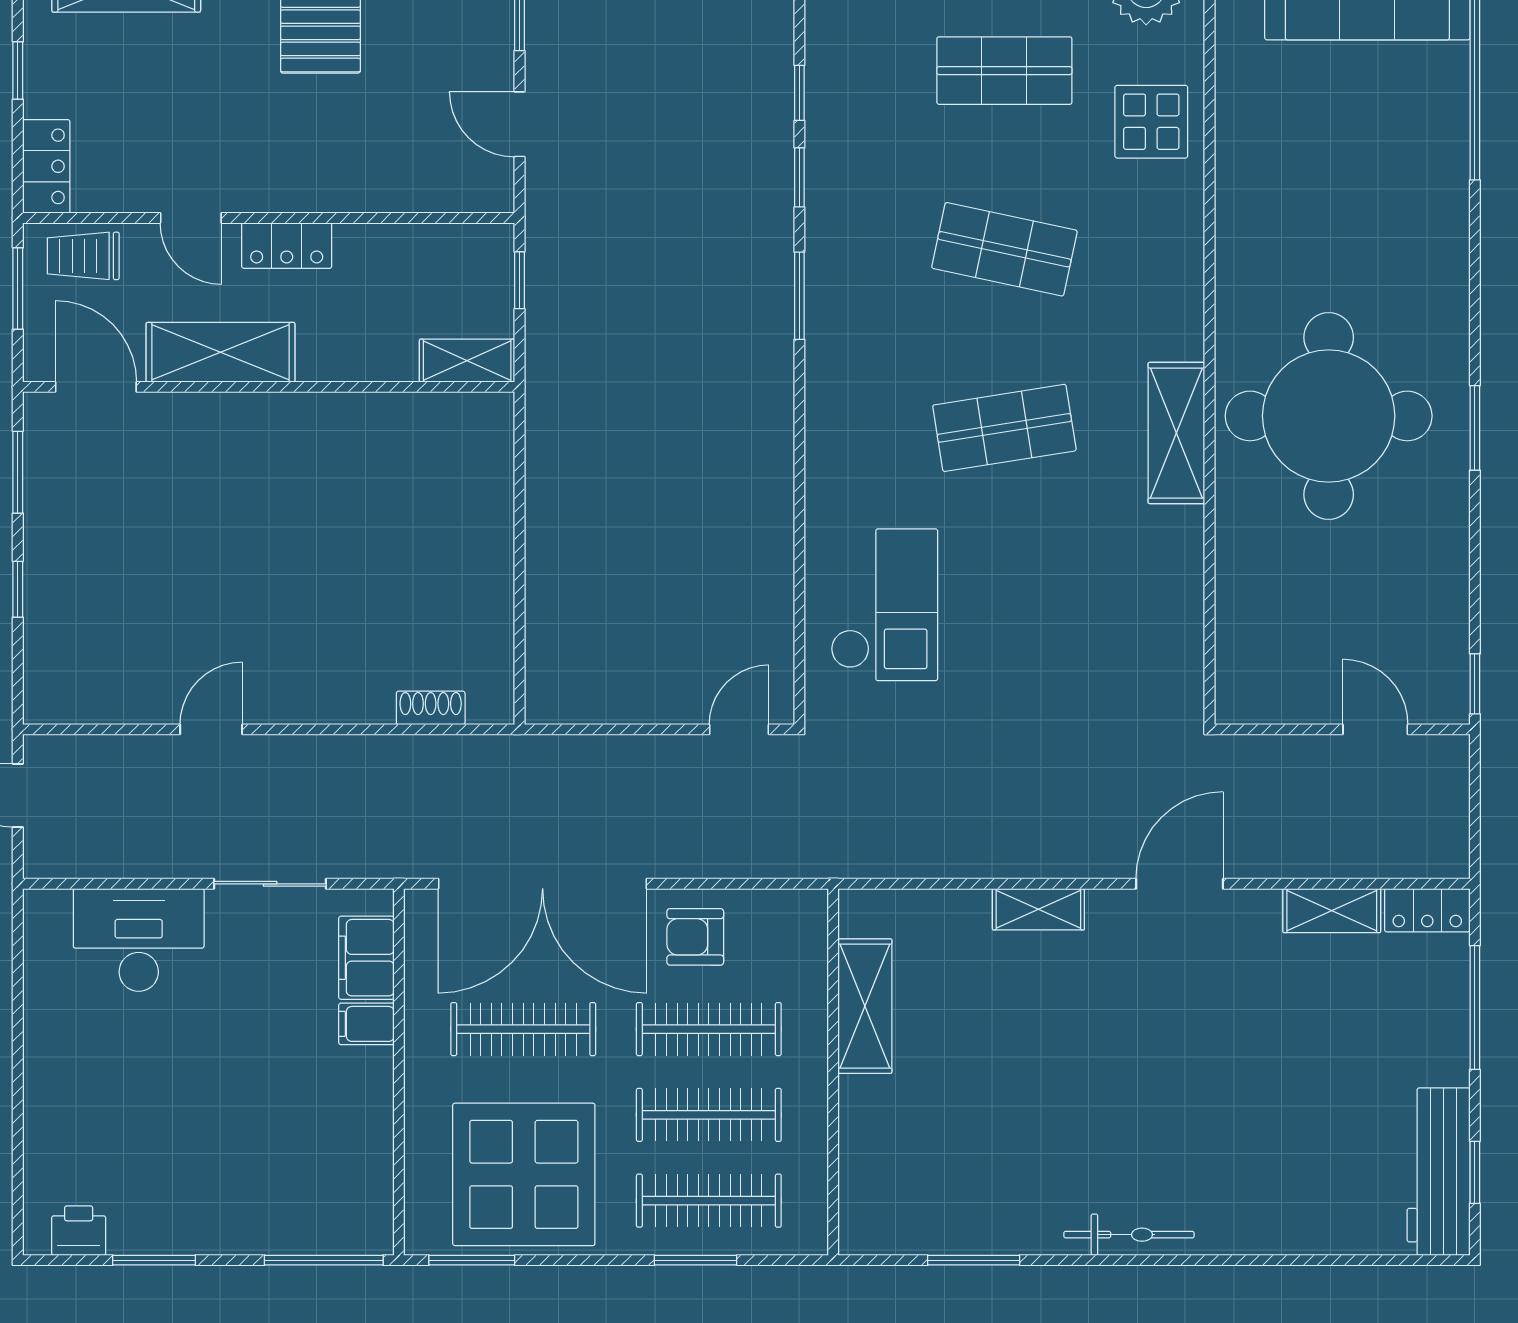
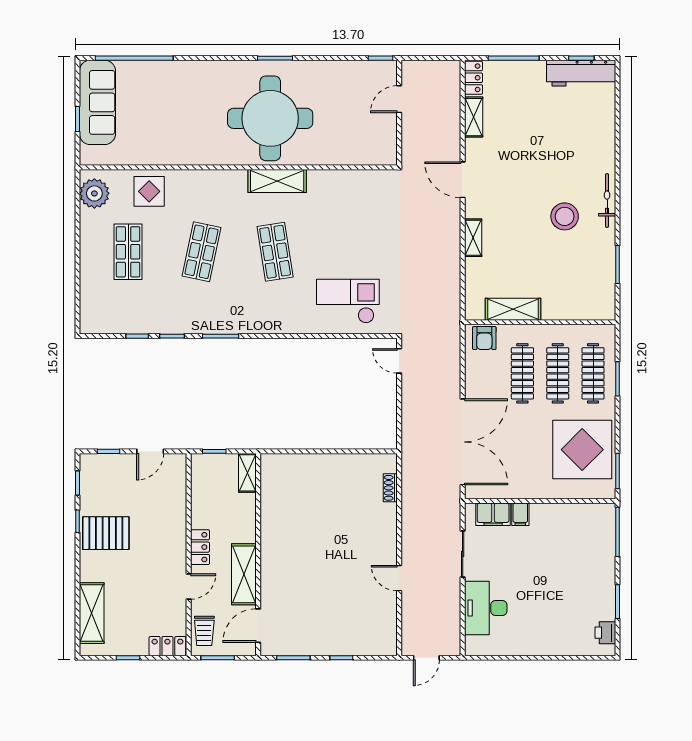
armchair: (695, 937) -> (484, 338), moved
clothes rail: (523, 1029) -> (522, 450), removed
stool: (1090, 1132) -> (565, 216), added

